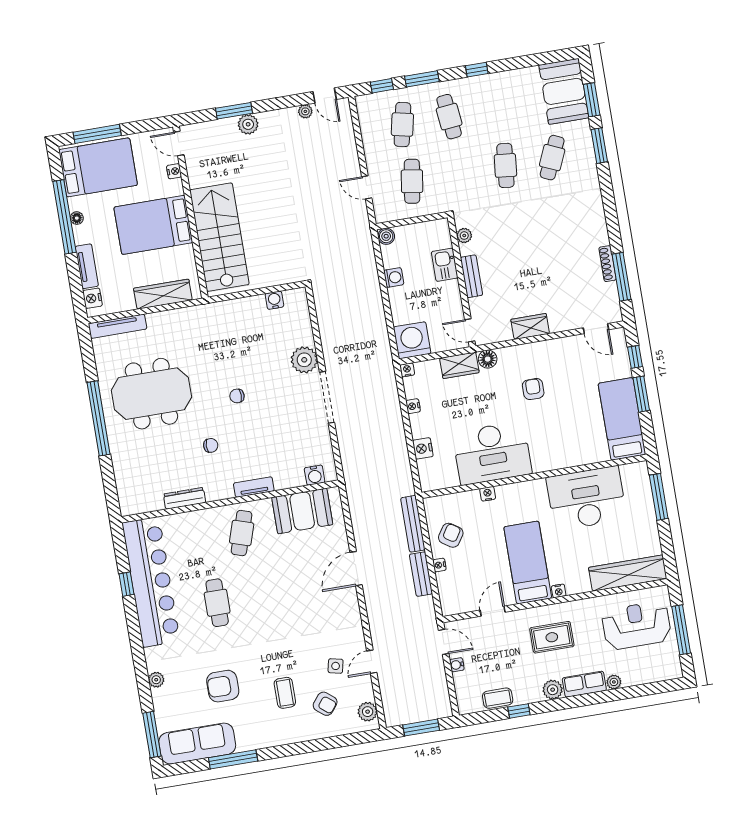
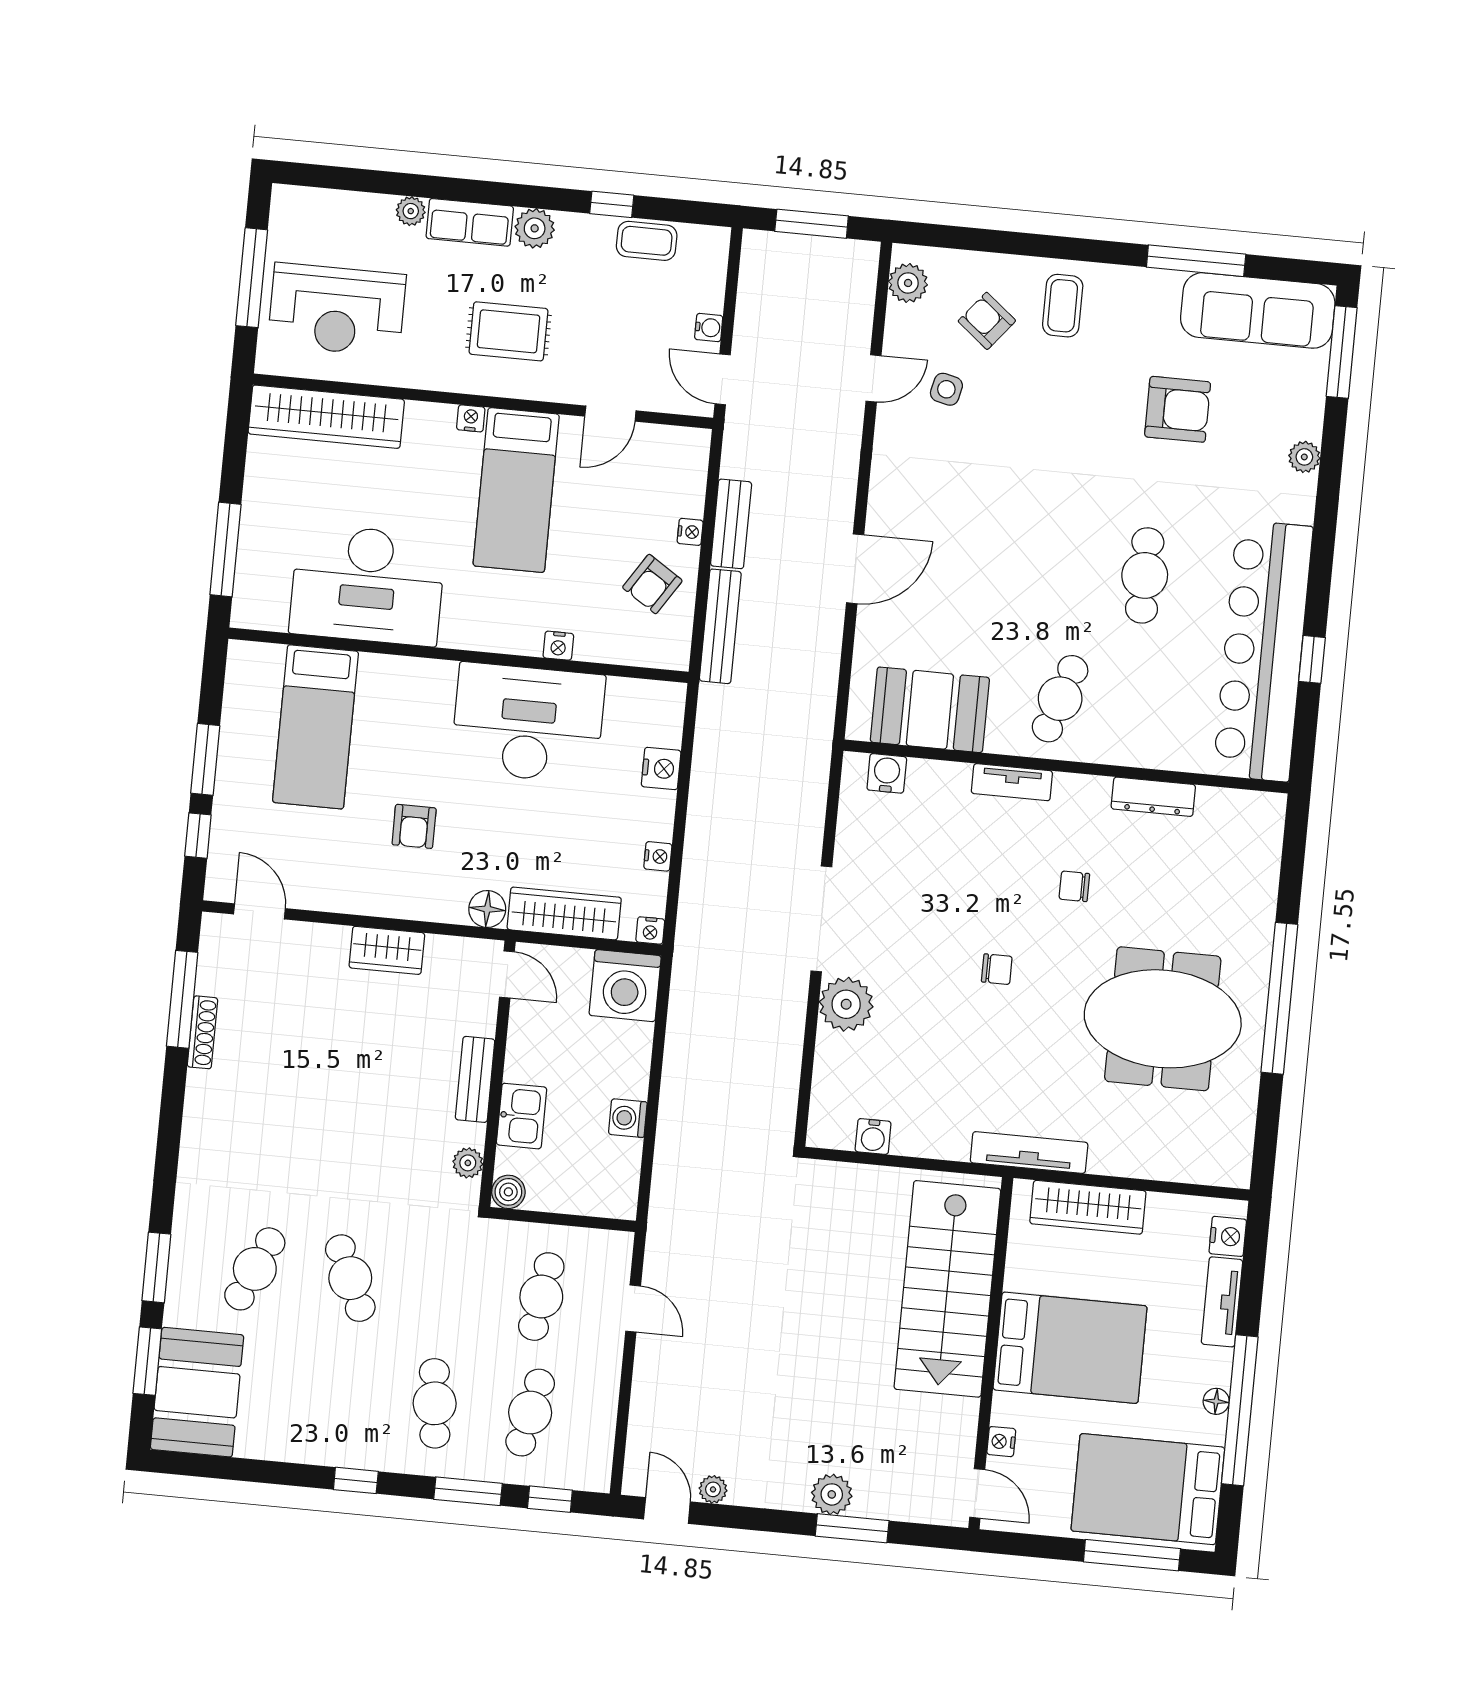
cafe table: (505, 165) -> (350, 1278), turned -30
boiler: (386, 236) -> (508, 1192), moved
tv unit: (117, 326) -> (1029, 1153), moved
wardrobe: (459, 365) -> (564, 913), width x1.50
bed: (622, 419) -> (316, 727), moved
coffee table: (285, 693) -> (1063, 306), moved

